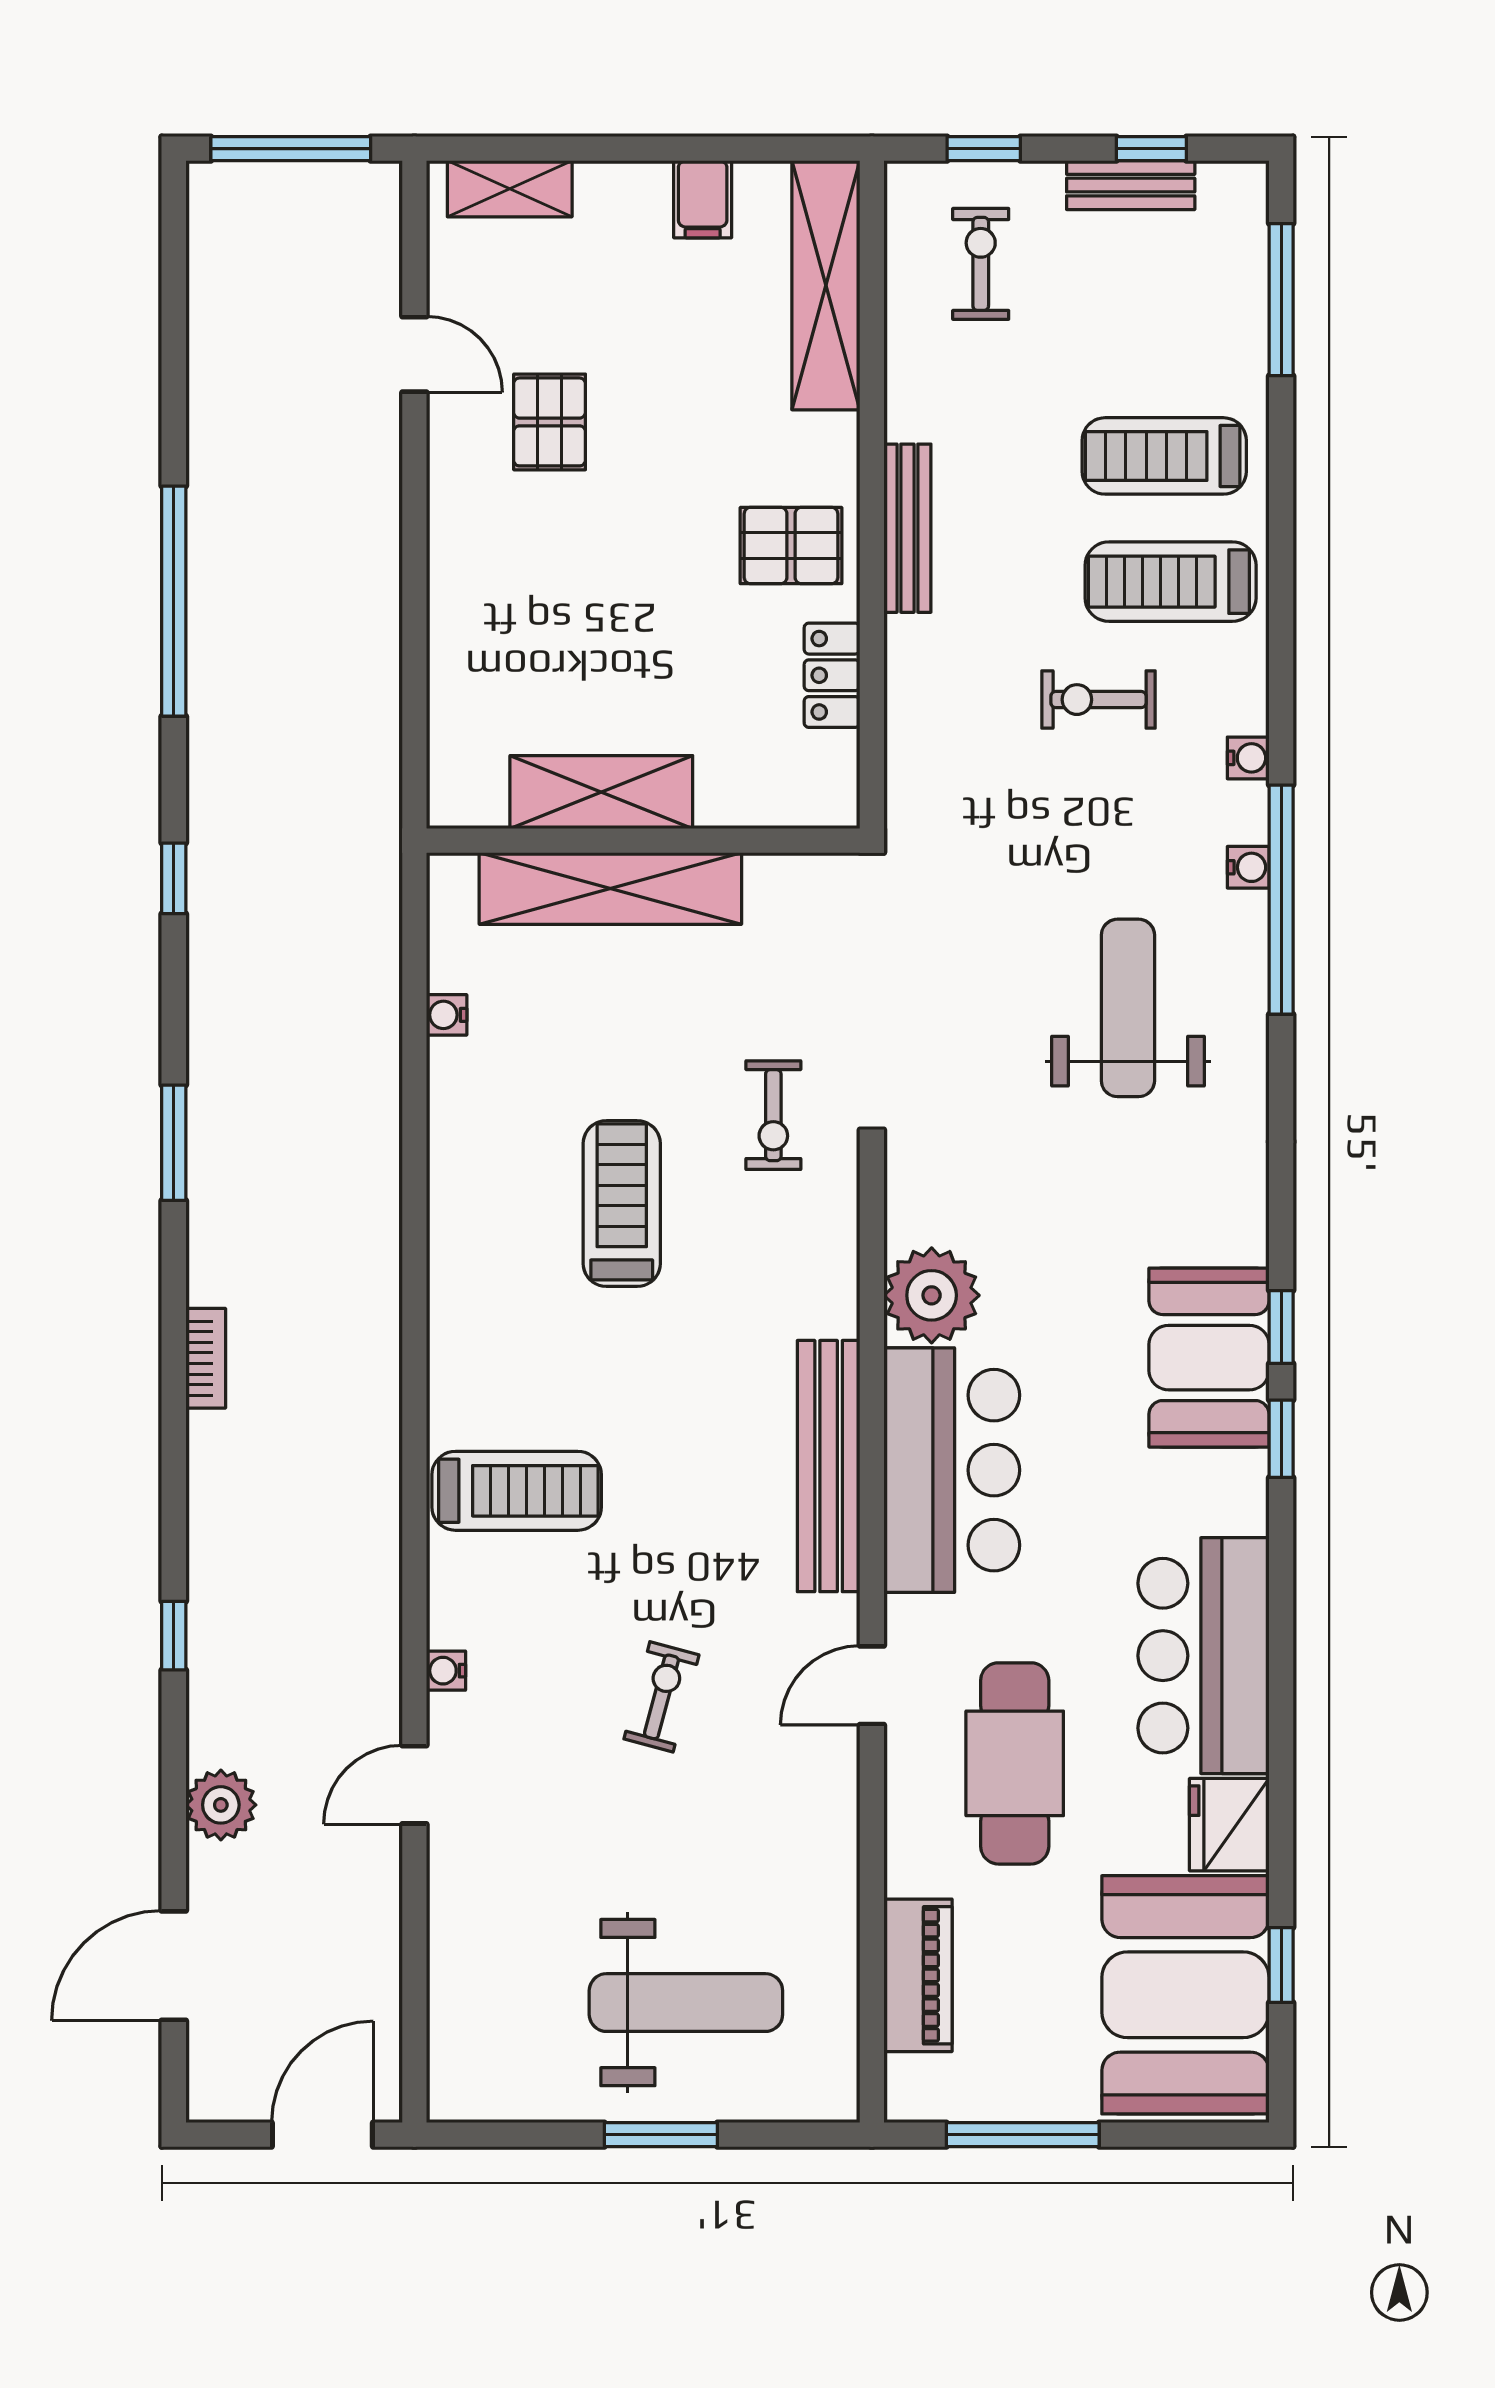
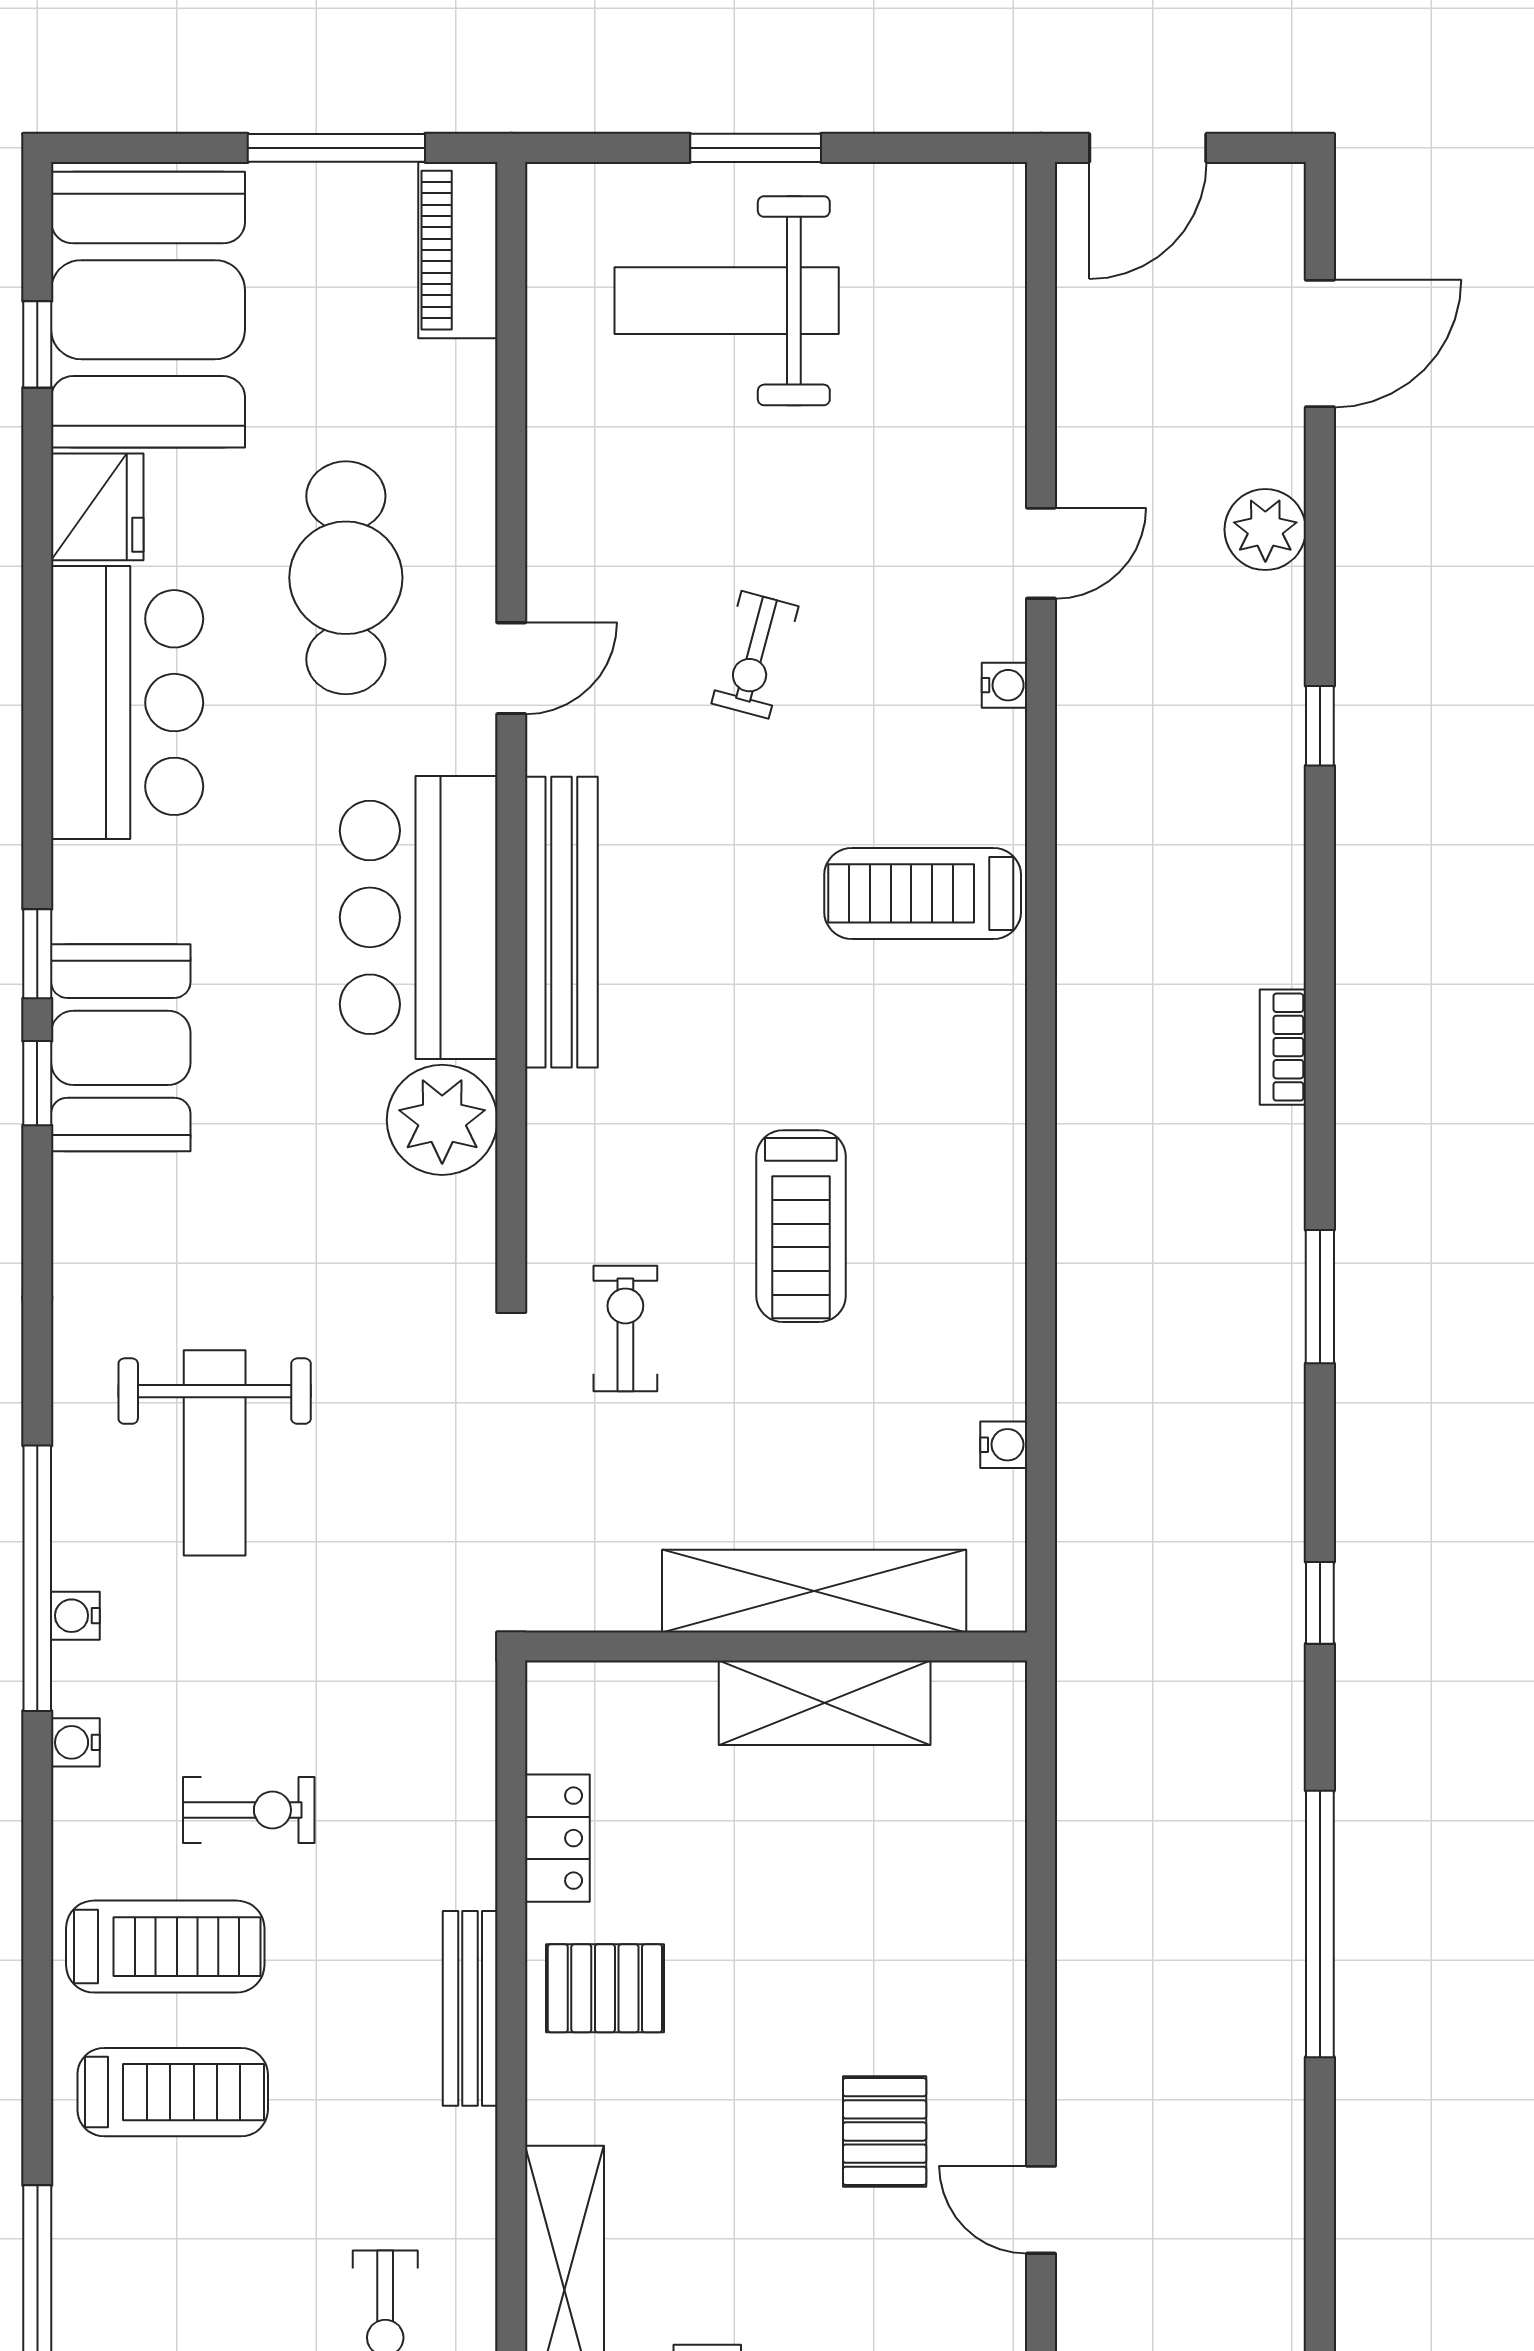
piano: (918, 1975) -> (458, 250), moved

